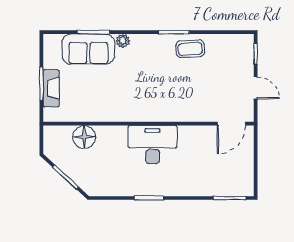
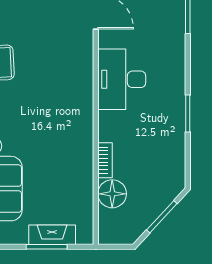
bookcase: (111, 131) -> (105, 160), added
desk: (152, 145) -> (122, 79), moved

